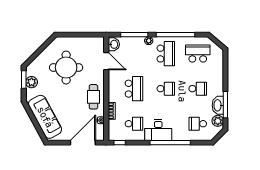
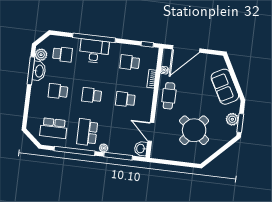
round table: (66, 68) -> (194, 130), turned 38
school desk: (134, 89) -> (125, 99), width x0.54
sofa: (45, 117) -> (225, 87), width x0.73
desk: (158, 130) -> (94, 51), moved

